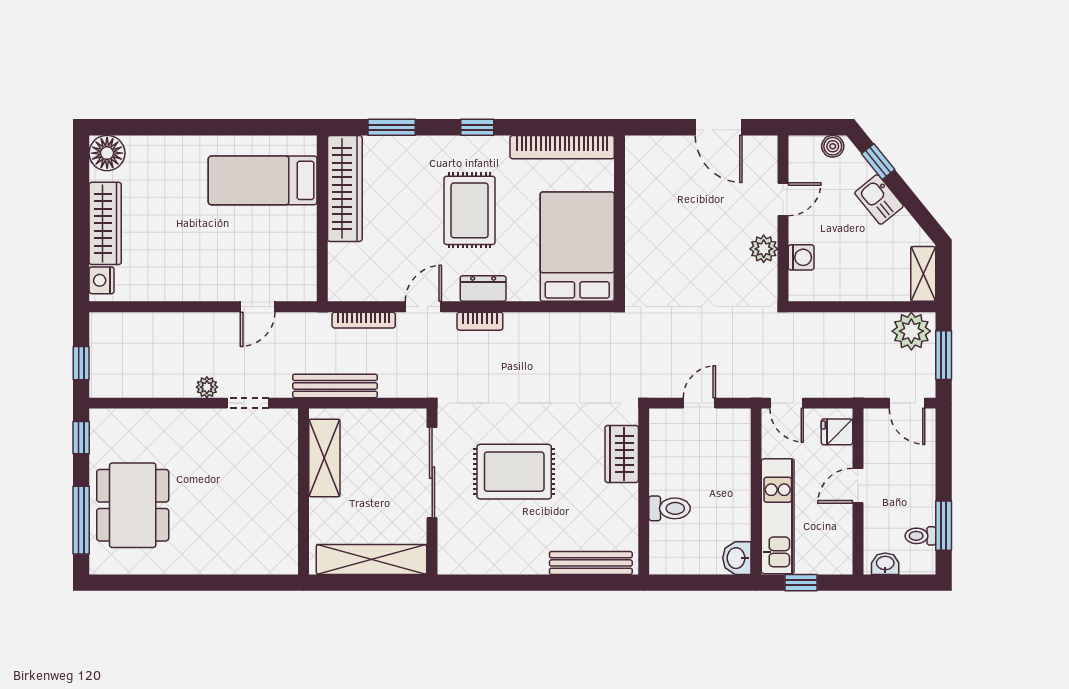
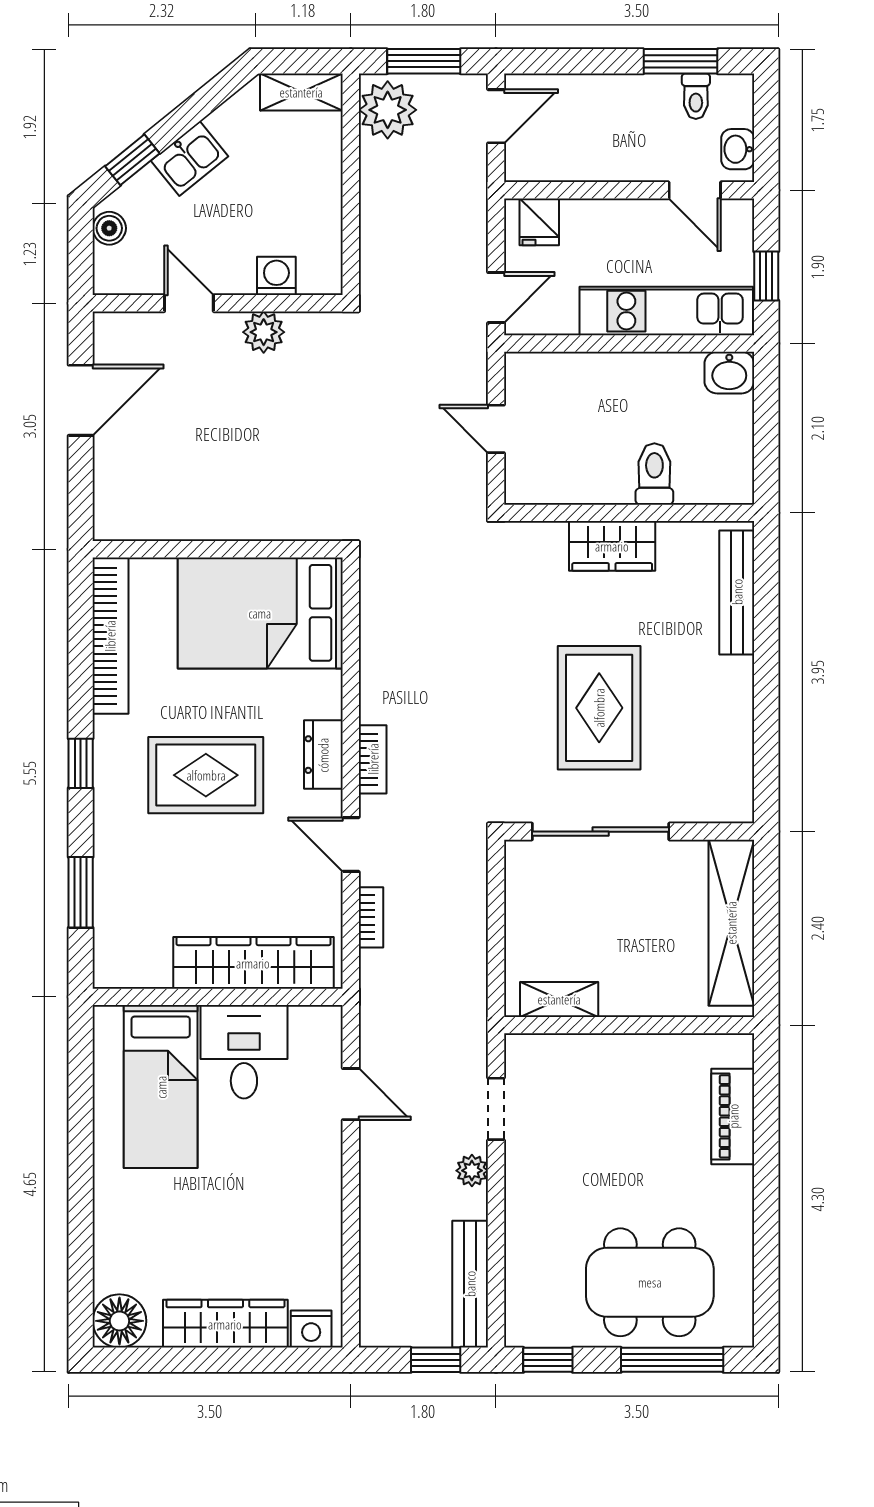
wardrobe: (345, 188) -> (253, 963), moved
desk: (286, 236) -> (244, 1052), added
bookcase: (364, 320) -> (371, 917), width x0.64
bench: (335, 386) -> (470, 1284), moved
wardrobe: (622, 454) -> (612, 546), moved
shelving: (324, 458) -> (559, 999), width x0.67, depth x0.75
door: (858, 486) -> (695, 190), moved
piano: (243, 560) -> (733, 1116), added

